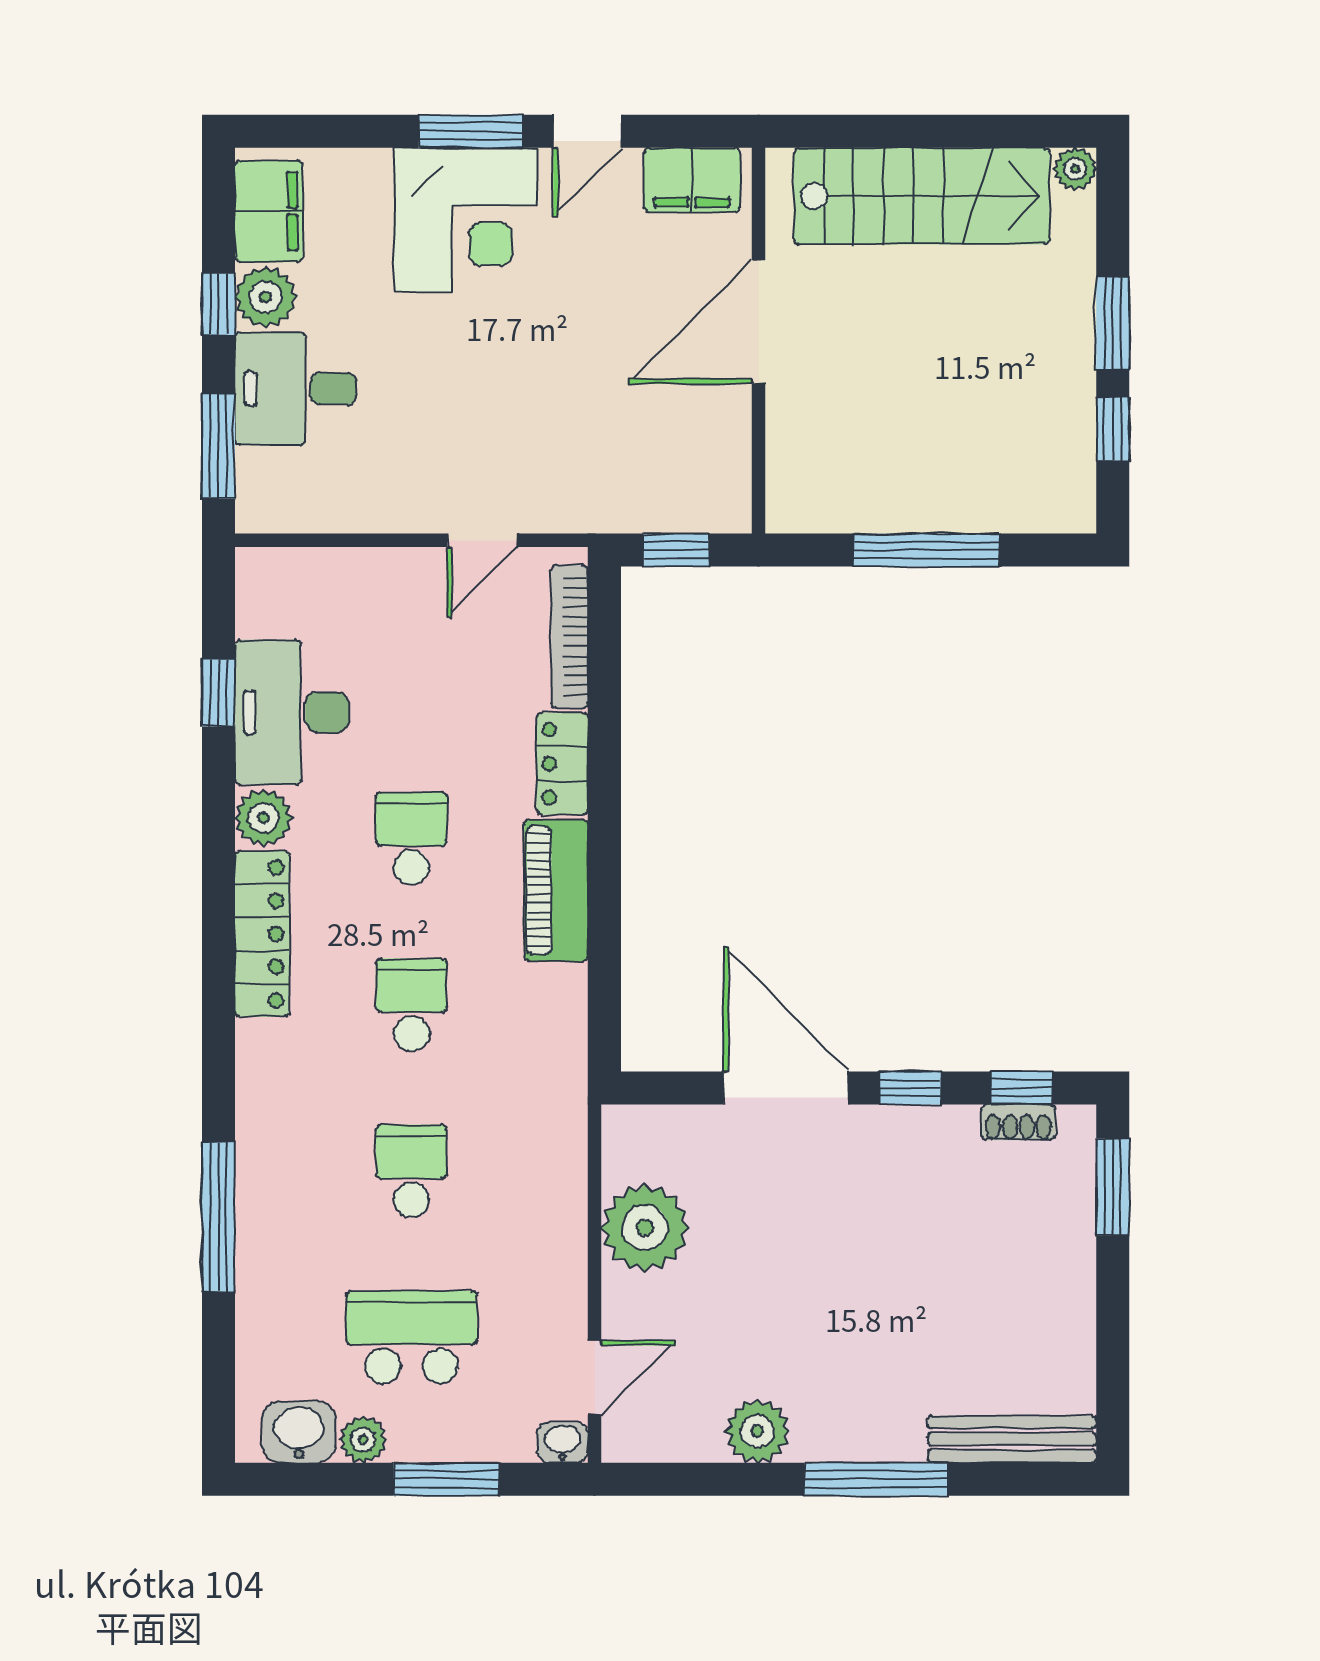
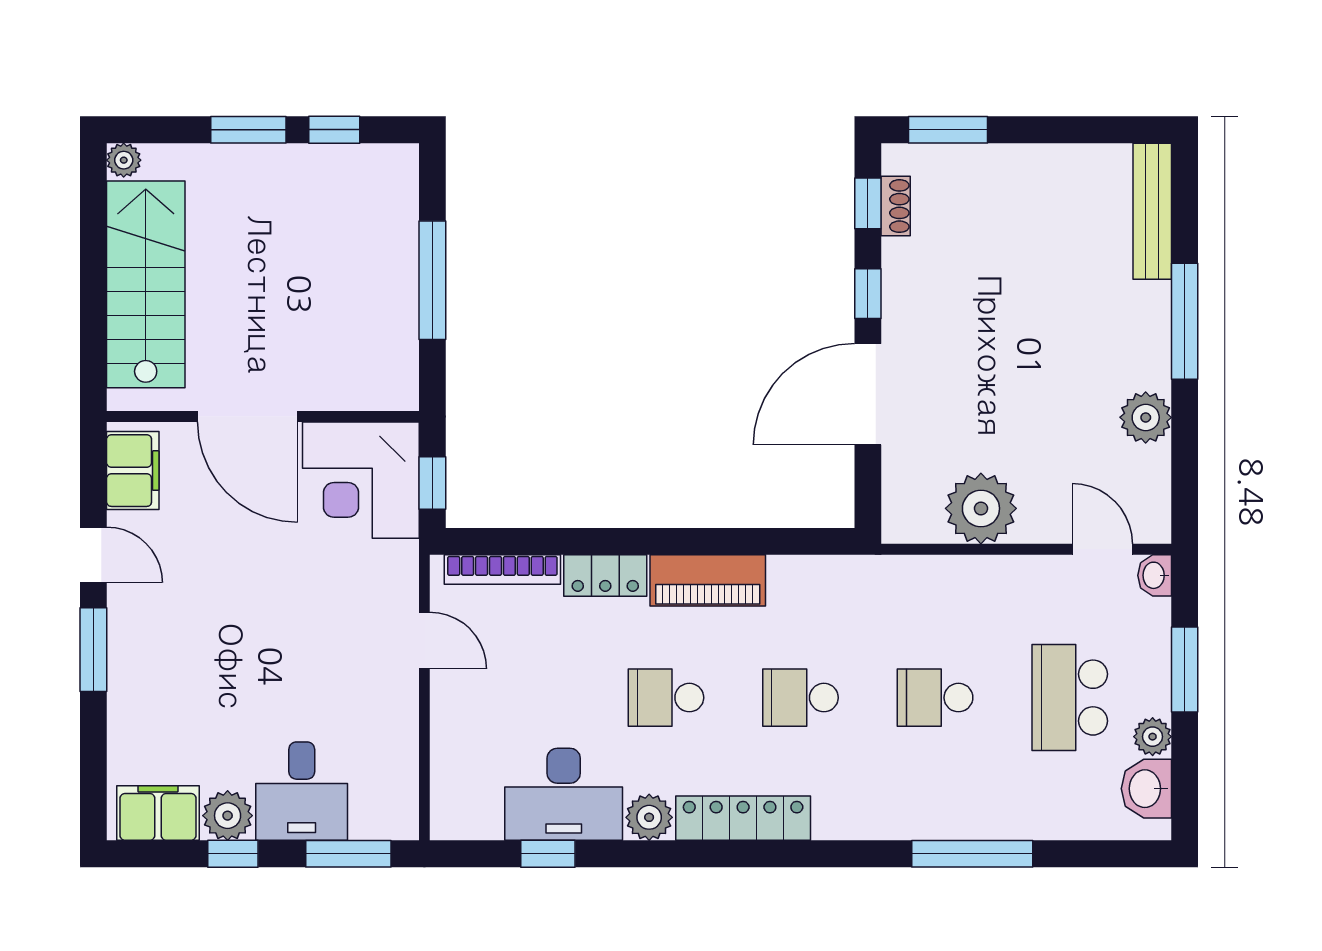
corner desk: (466, 220) -> (361, 480), moved, turned 180

